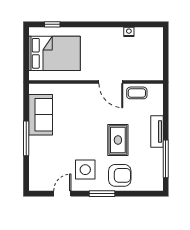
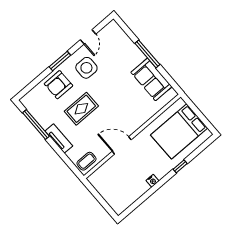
window: (52, 24) -> (180, 166), moved
nightstand: (129, 32) -> (153, 181), moved
coffee table: (137, 93) -> (86, 161), moved
rug: (118, 140) -> (81, 109), turned 90

